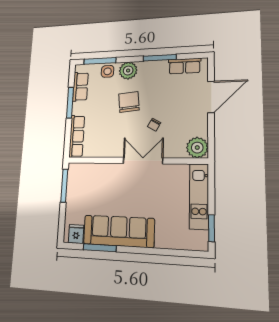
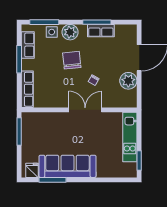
row of seats: (184, 66) -> (101, 31), moved
plant: (197, 148) -> (128, 81), moved

